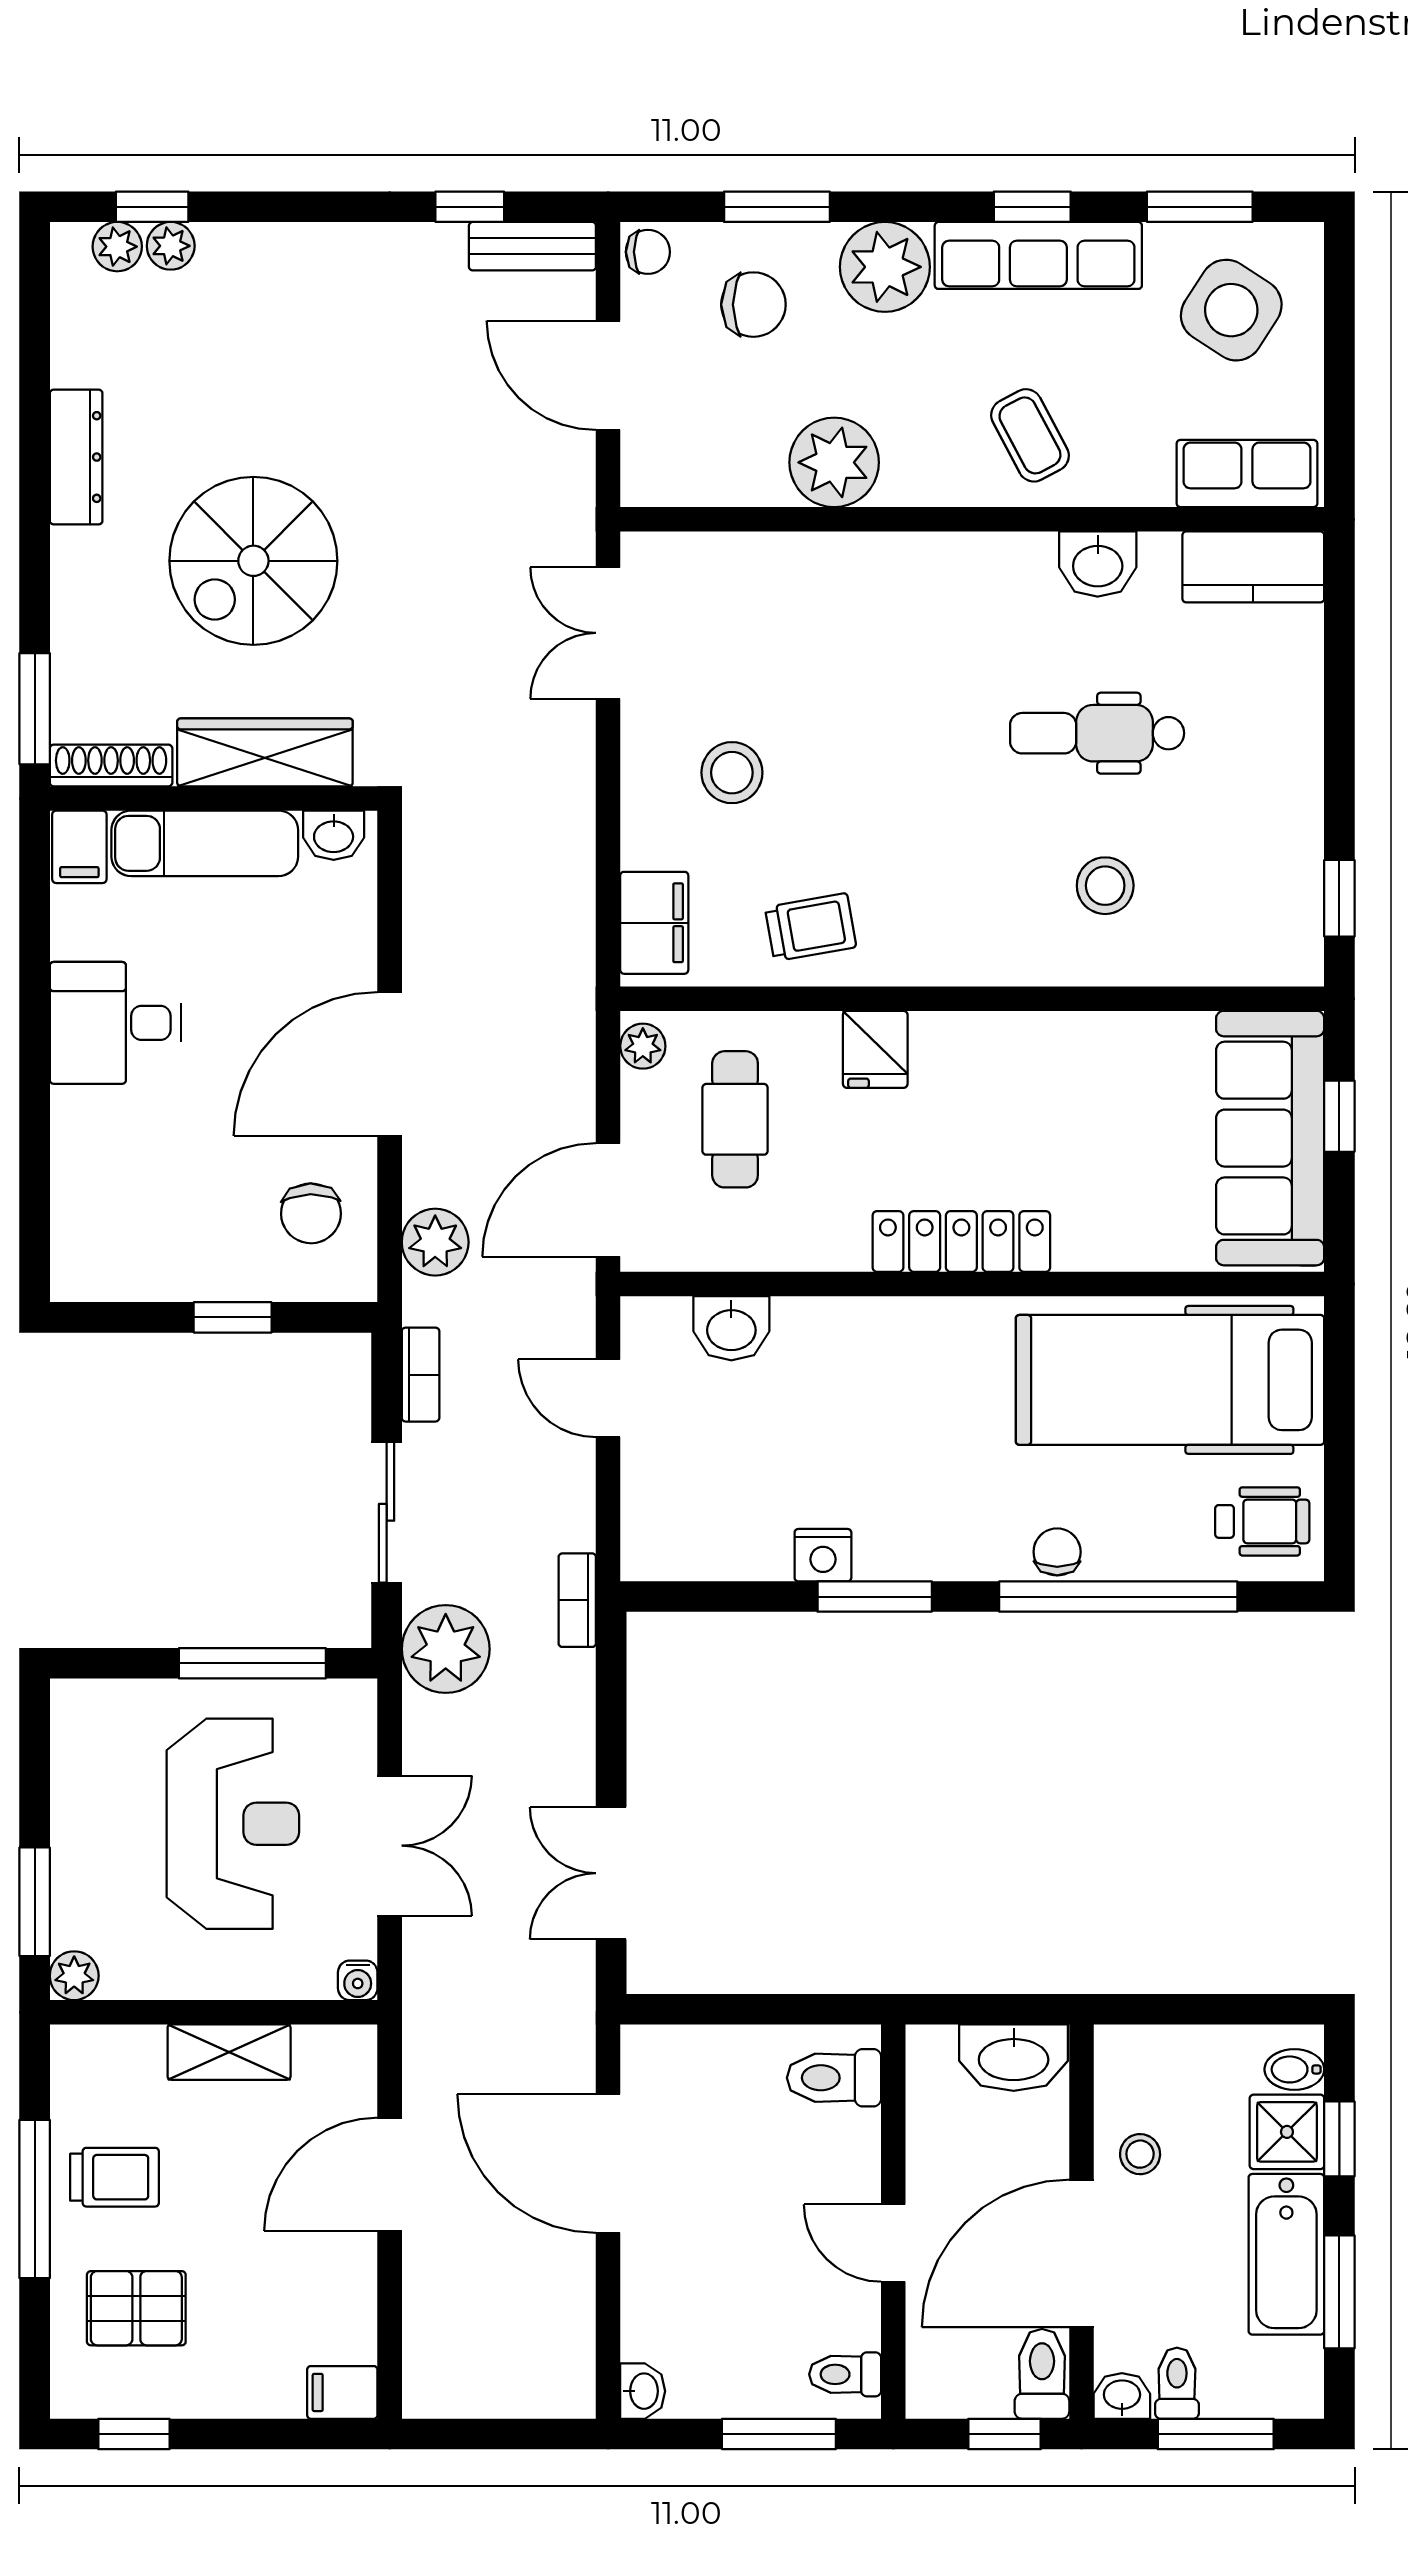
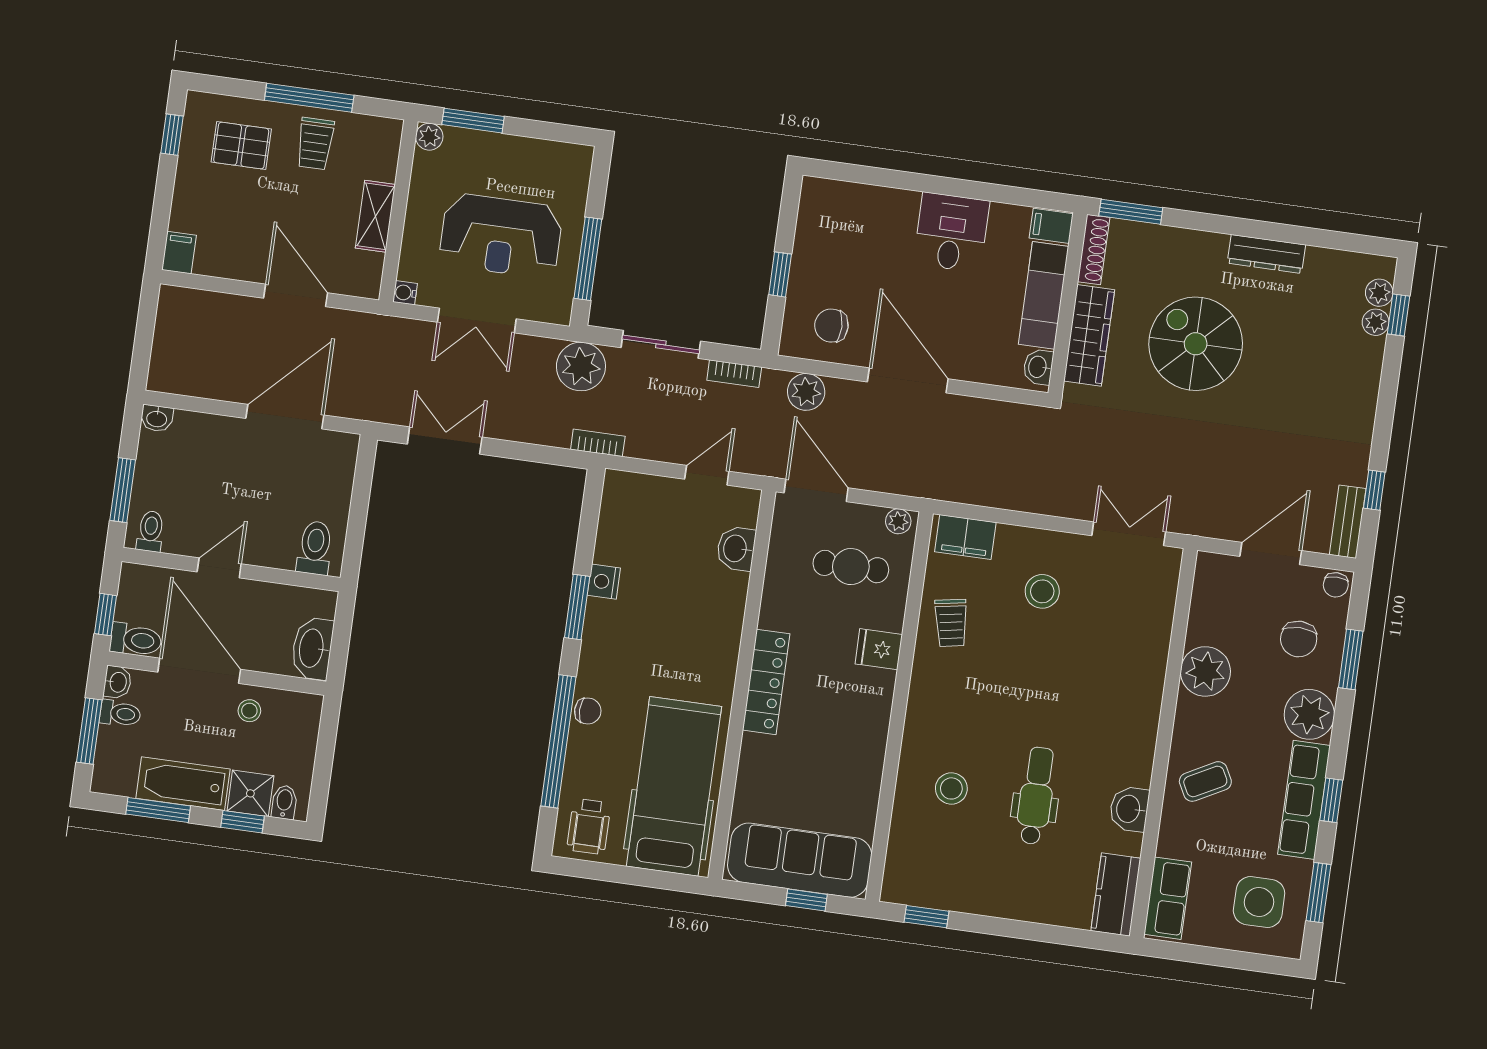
side table: (1231, 310) -> (1259, 902), turned -33
pallet: (136, 2308) -> (241, 146), turned 90

